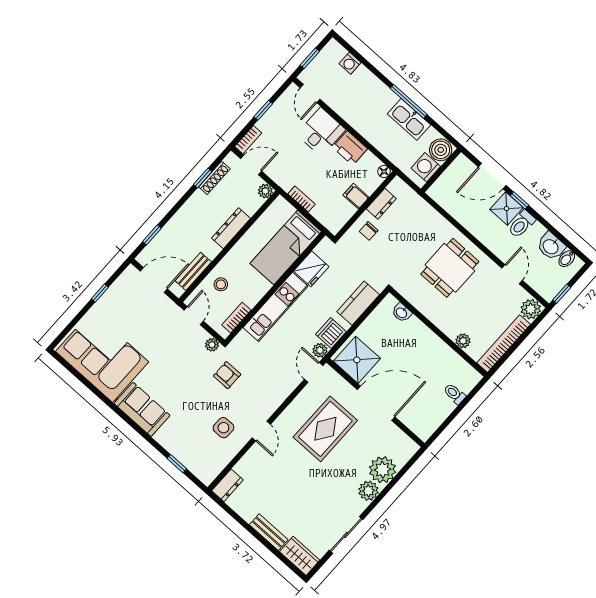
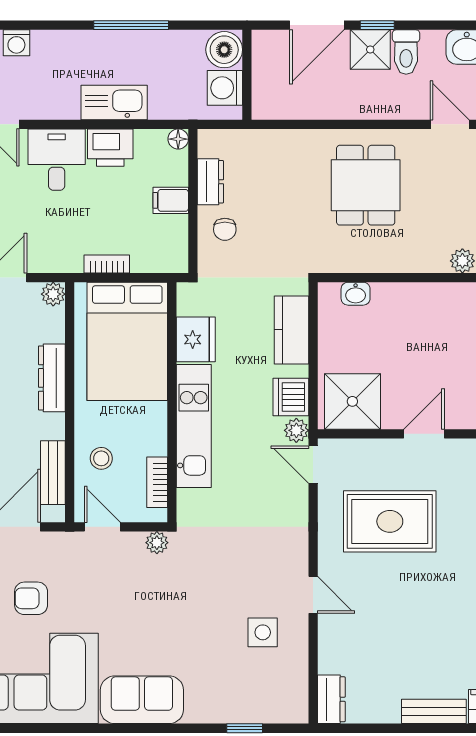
kitchen sink: (409, 119) -> (114, 102), moved, turned 180
bed: (286, 248) -> (127, 341), width x1.50
armchair: (227, 375) -> (31, 598), moved
door: (376, 403) -> (424, 434), width x0.53
rug: (325, 429) -> (390, 521), turned 90

